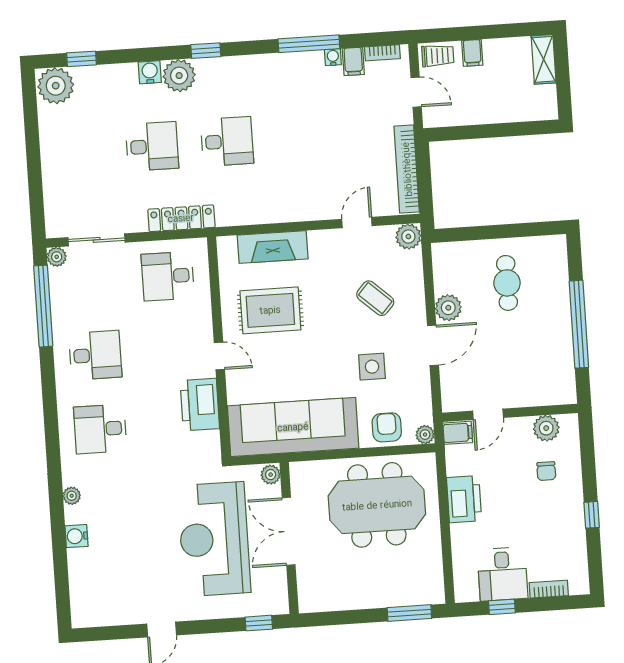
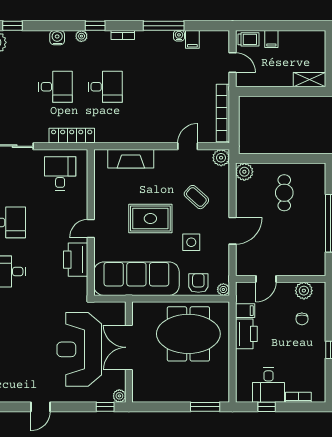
bookcase: (382, 53) -> (123, 35), moved
shelving: (544, 59) -> (309, 80), moved, turned 90
plant: (179, 76) -> (81, 36), width x0.53, depth x0.53
desk: (168, 276) -> (60, 173), turned 90
plant: (448, 308) -> (244, 172), moved
rug: (270, 310) -> (150, 219), moved
door: (219, 356) -> (91, 228), swing flipped
filing cabinet: (458, 433) -> (245, 311), moved
plant: (271, 475) -> (119, 396), moved

